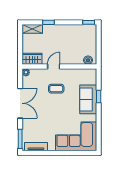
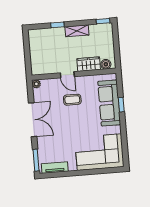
shelving: (32, 29) -> (77, 31), moved
wardrobe: (32, 59) -> (89, 64), moved
door: (54, 67) -> (67, 75), swing flipped
sofa: (88, 99) -> (109, 103), width x1.36

